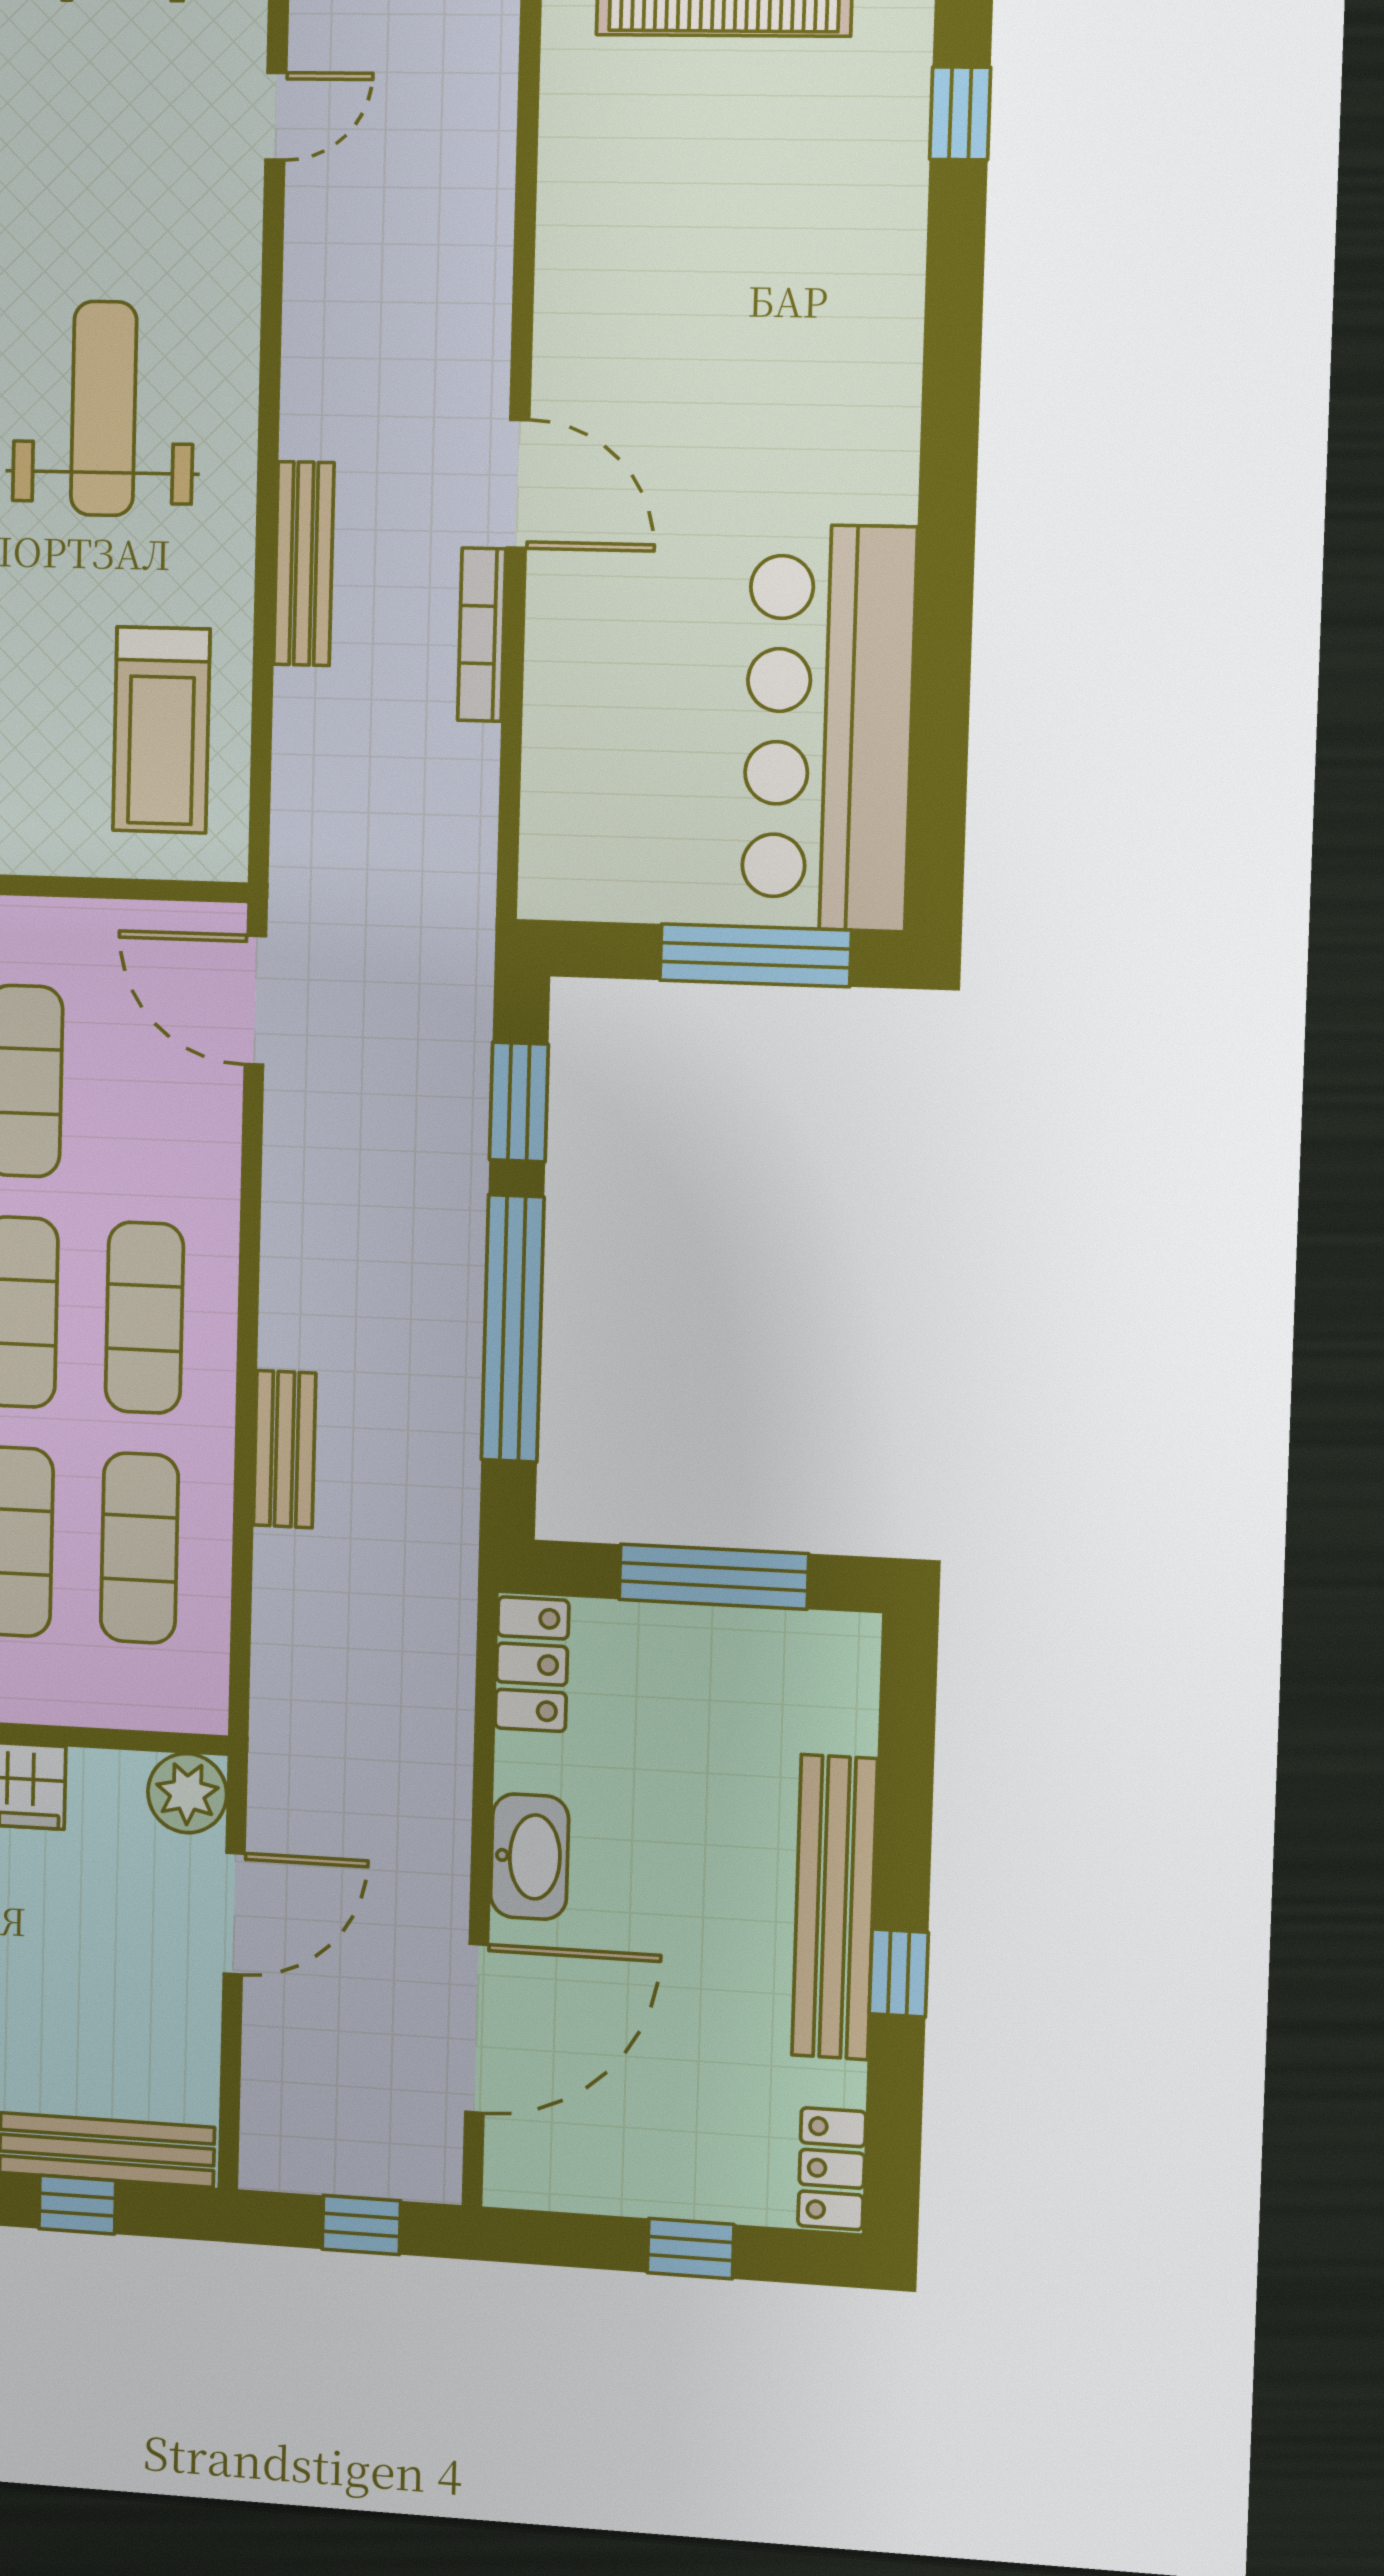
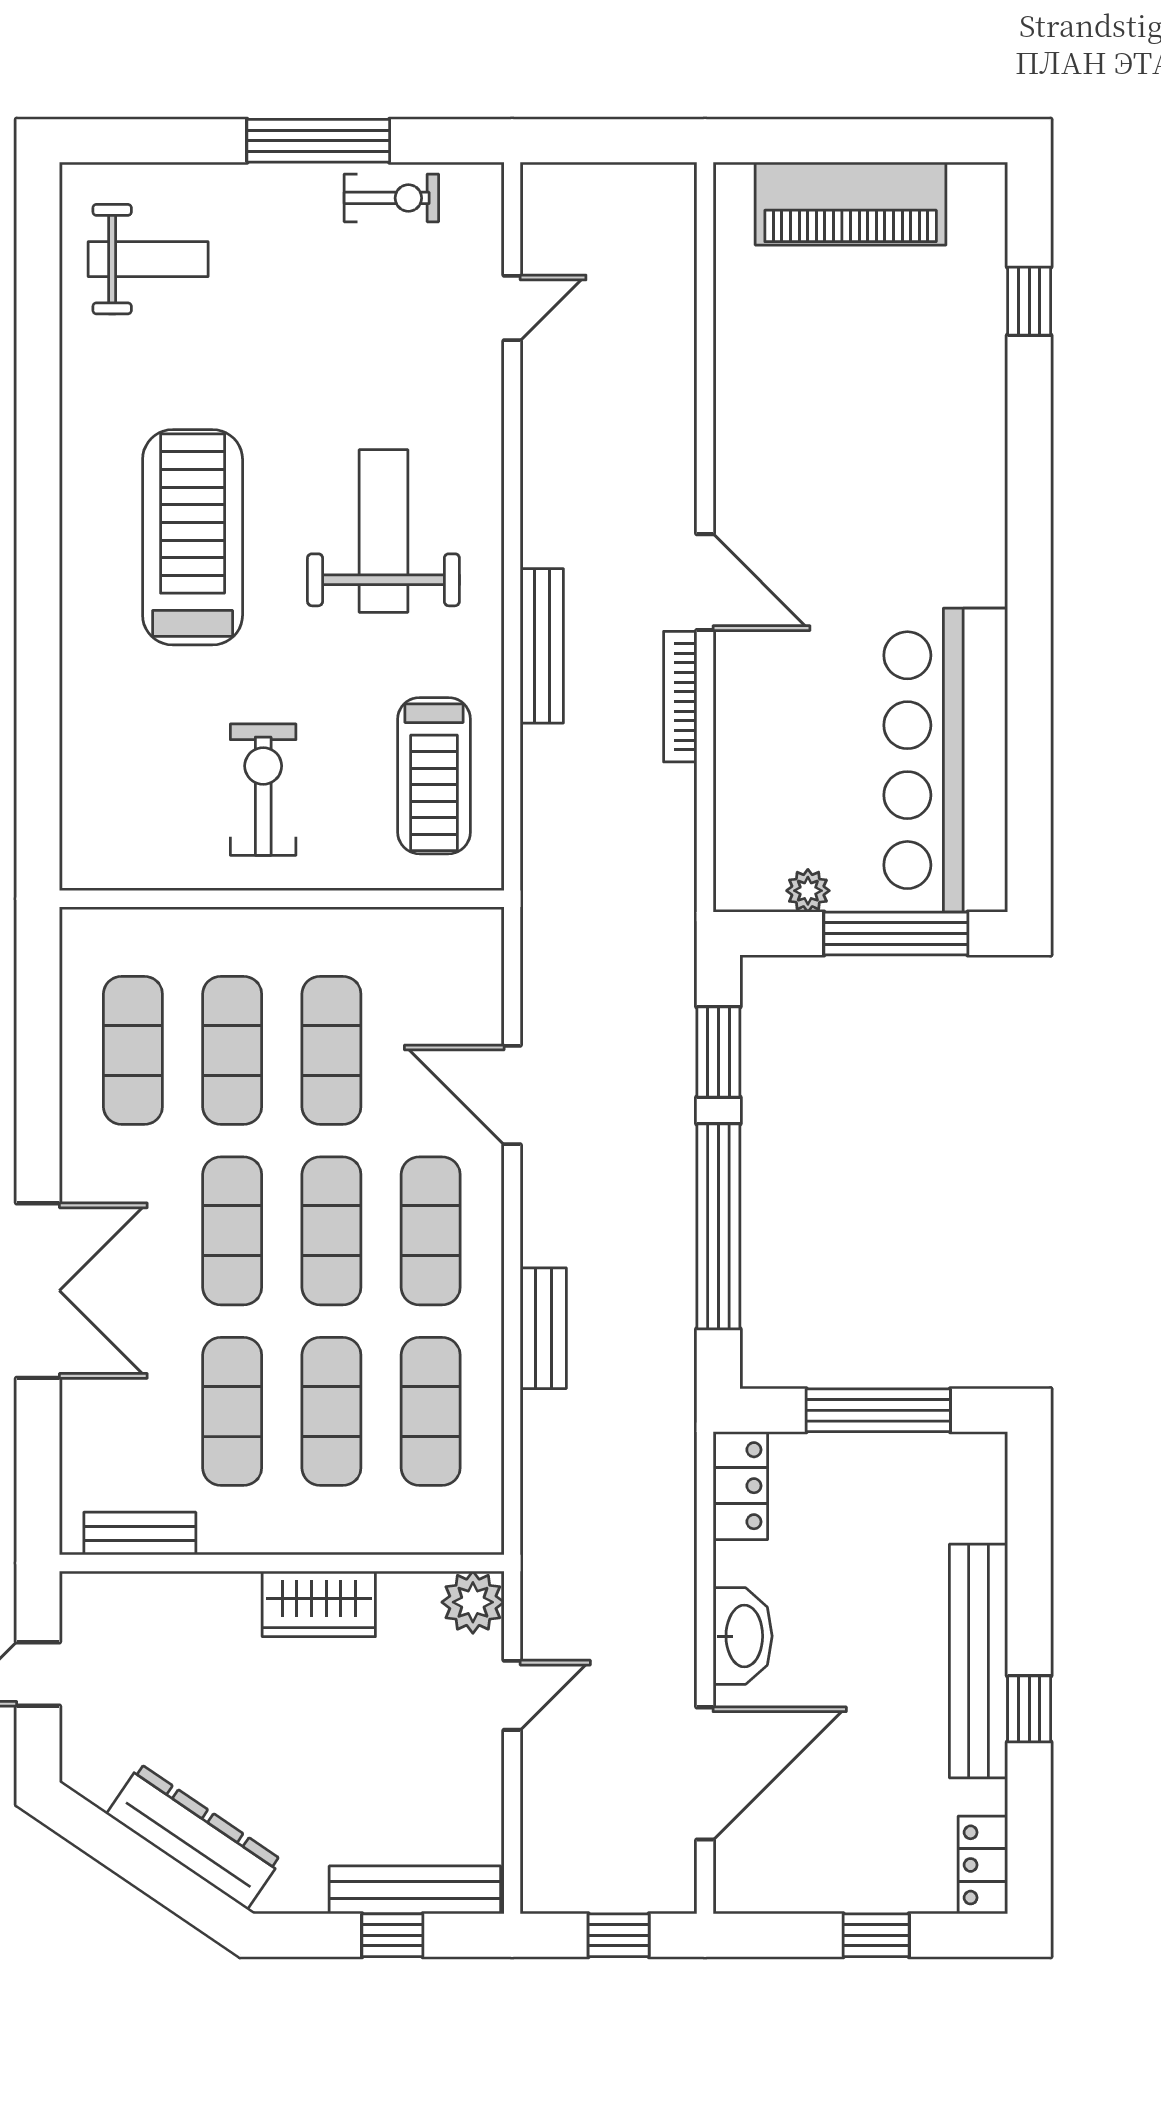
plant: (642, 895) -> (808, 891), added
door: (255, 1000) -> (512, 1095), moved
door: (234, 1914) -> (512, 1695), width x0.73

